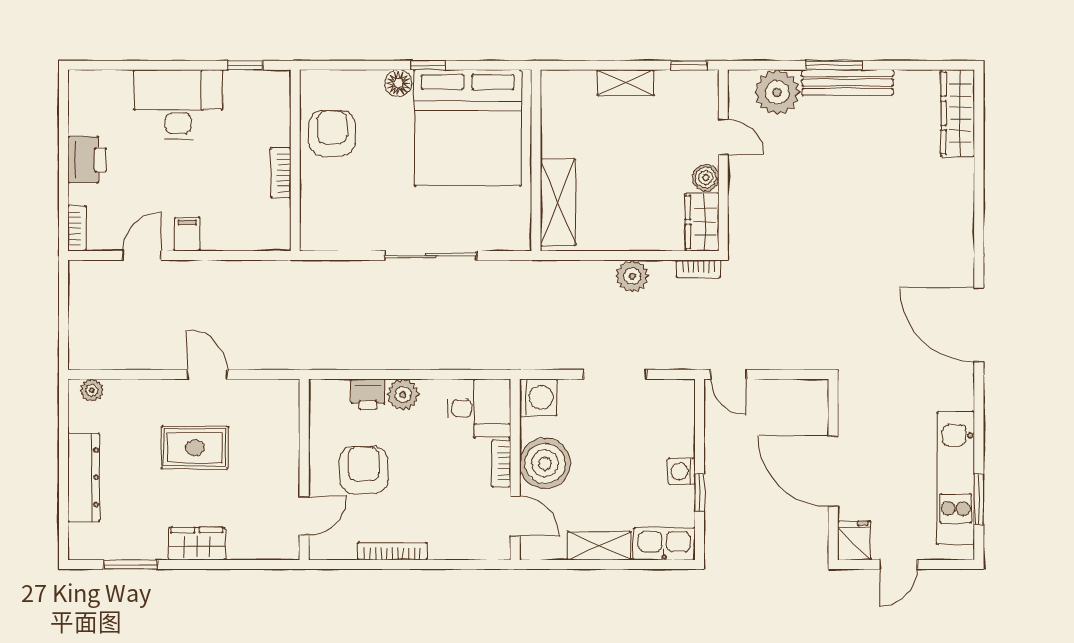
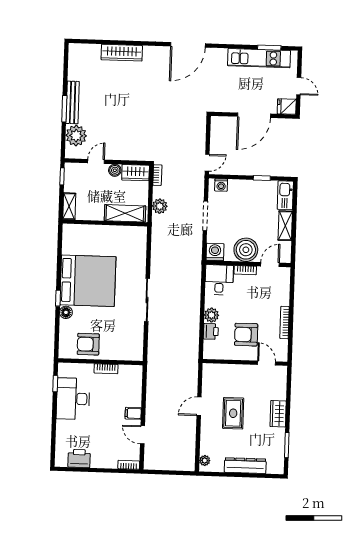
desk: (178, 104) -> (73, 399), moved
wardrobe: (958, 113) -> (122, 53), moved
printer: (87, 160) -> (79, 458), moved
wall: (536, 160) -> (105, 223), moved
shelving: (558, 202) -> (125, 213), moved
washing machine: (682, 471) -> (221, 185), moved

